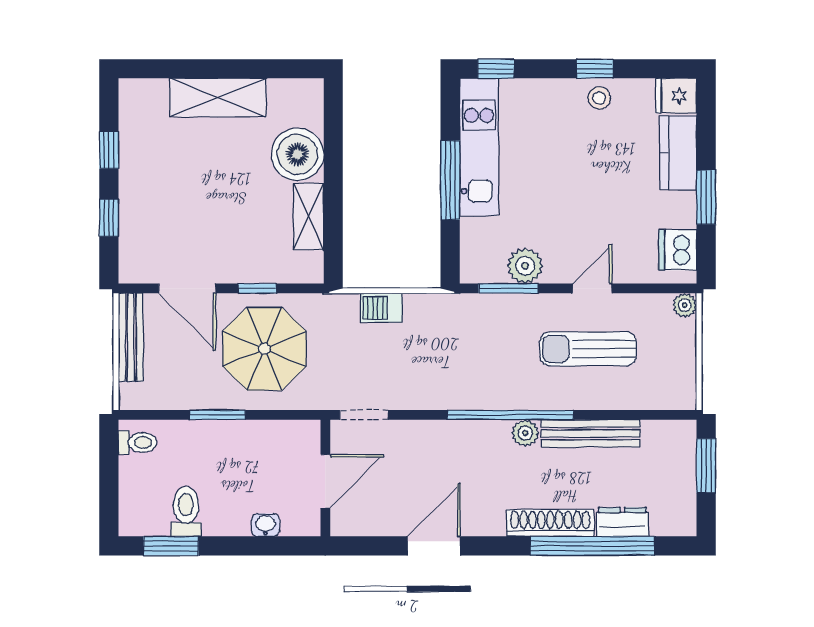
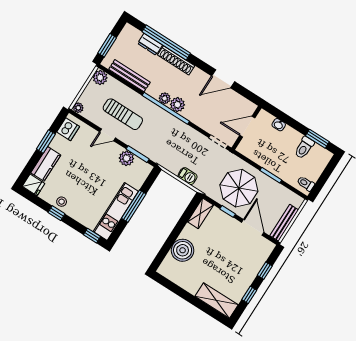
shelving: (218, 98) -> (217, 300), moved
shelving: (309, 217) -> (200, 213), moved
plant: (679, 393) -> (100, 78), added
bench: (591, 433) -> (129, 76), moved
plant: (492, 437) -> (177, 105), added

